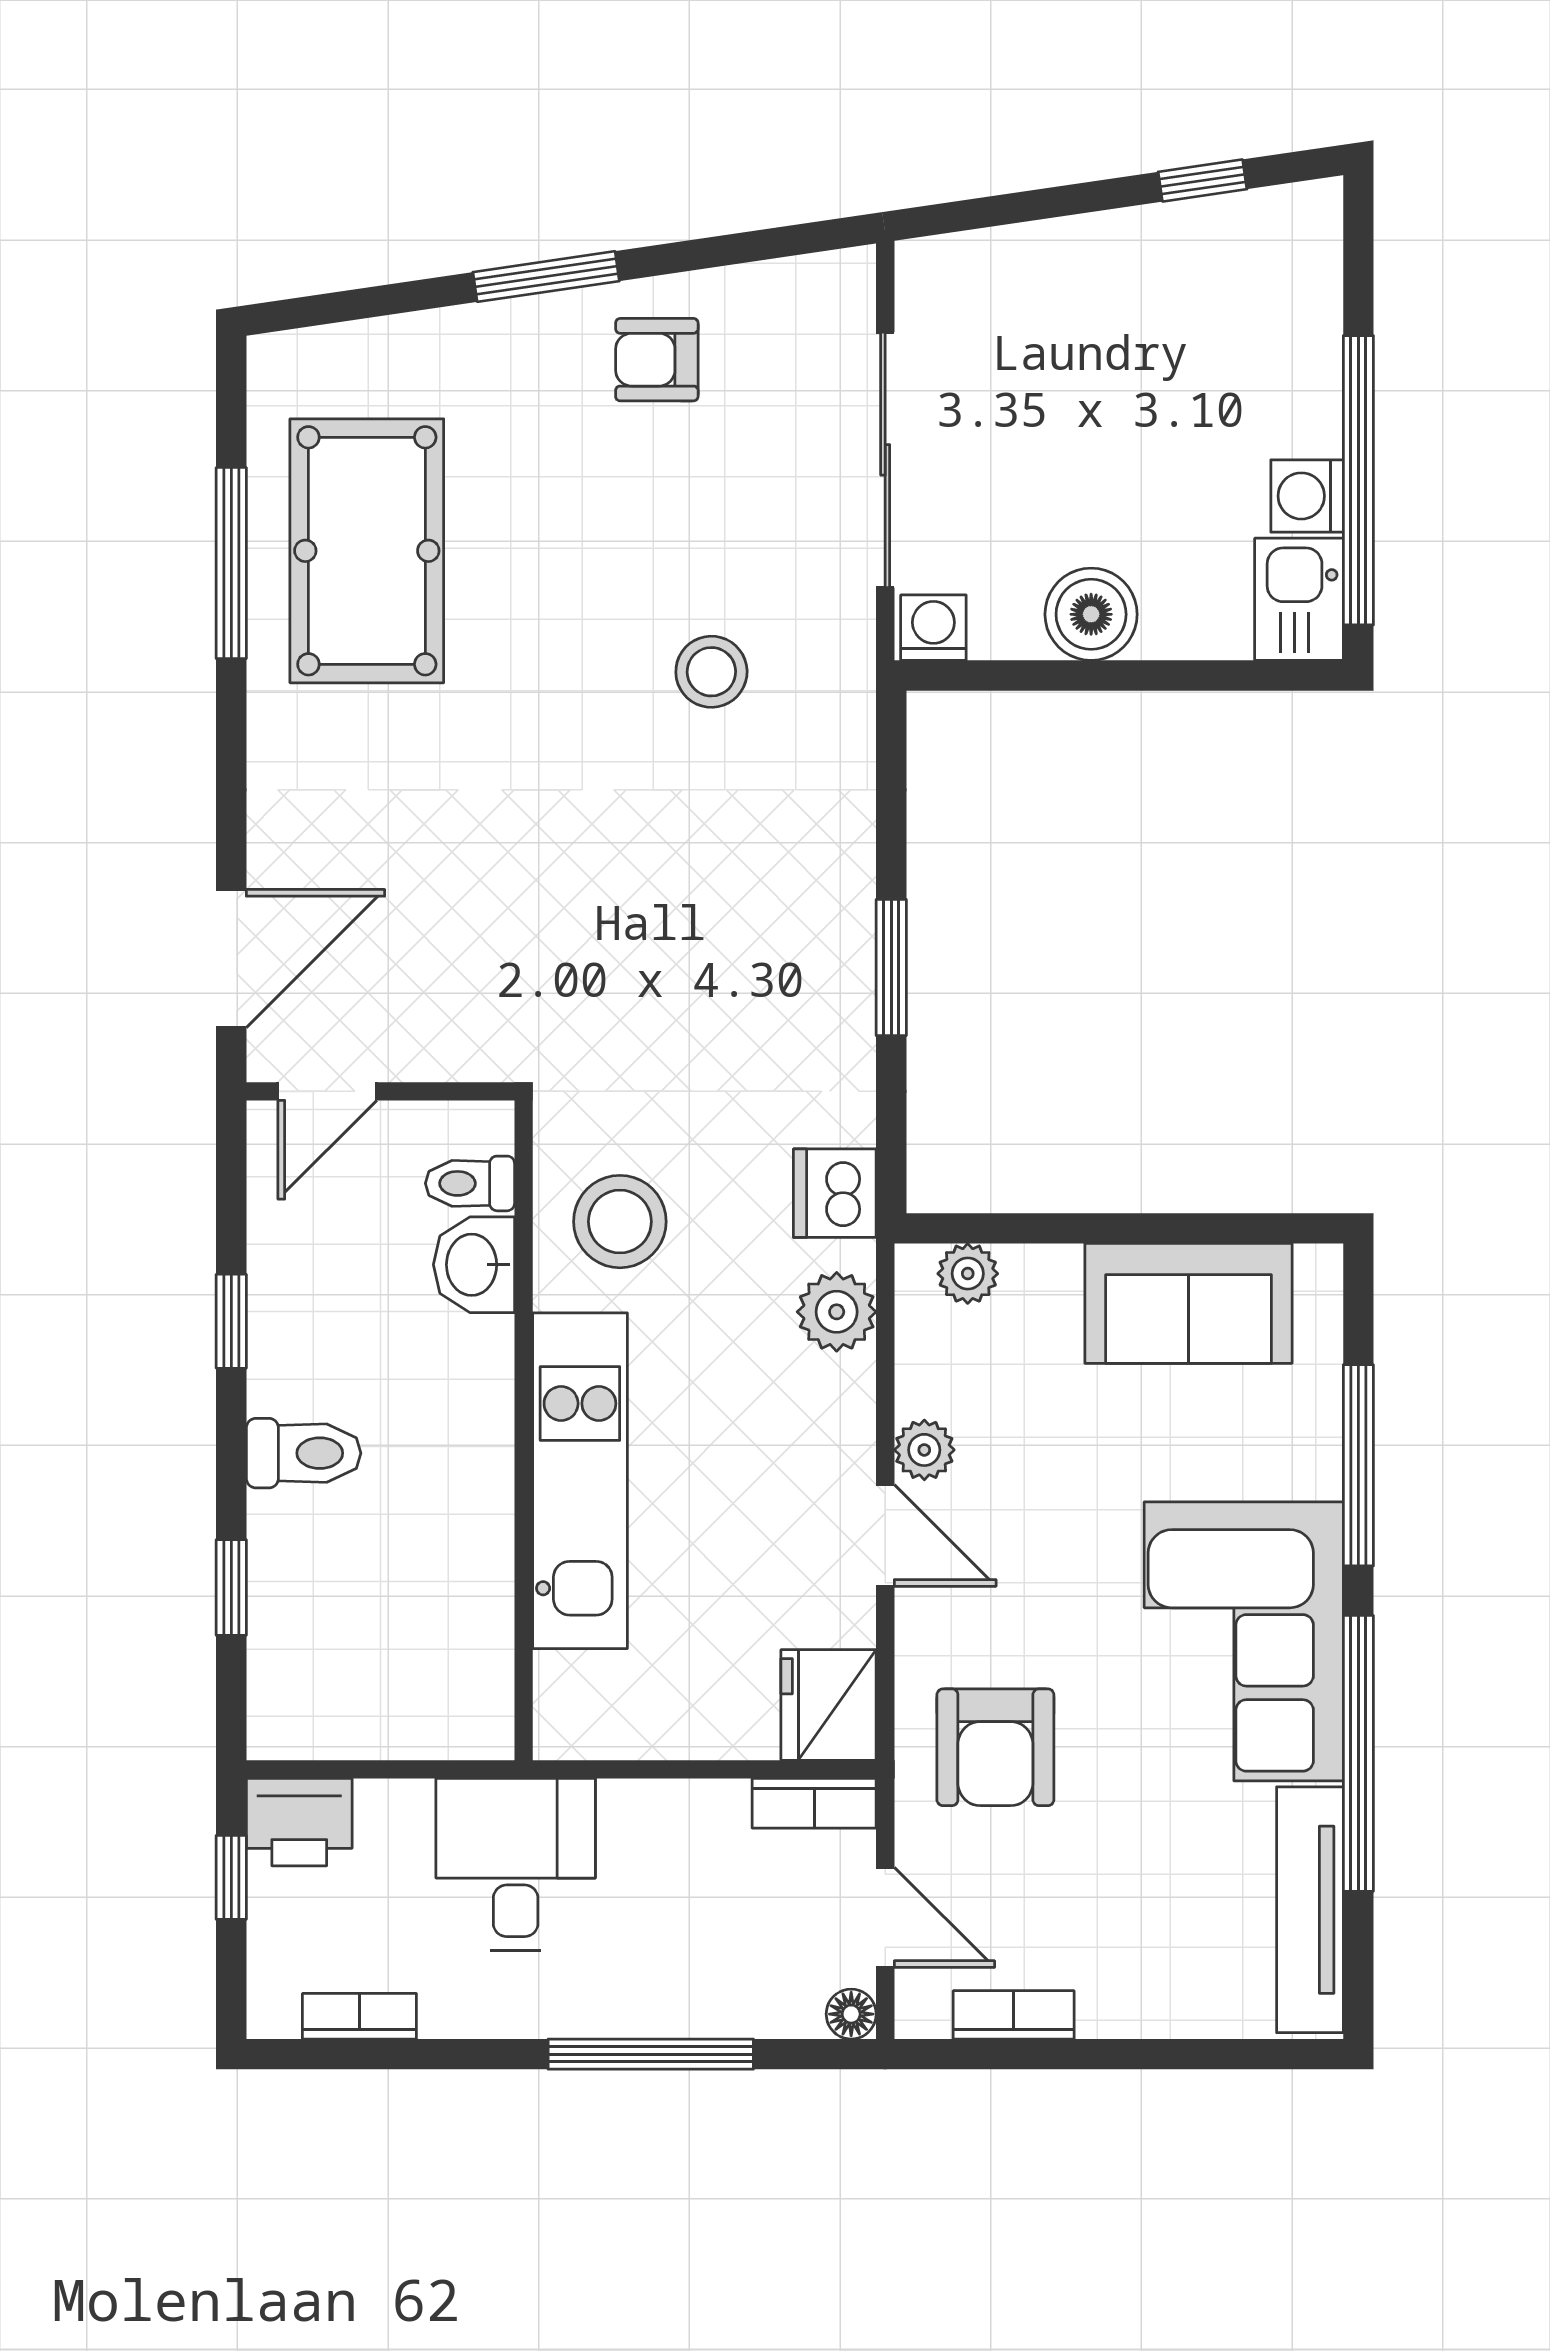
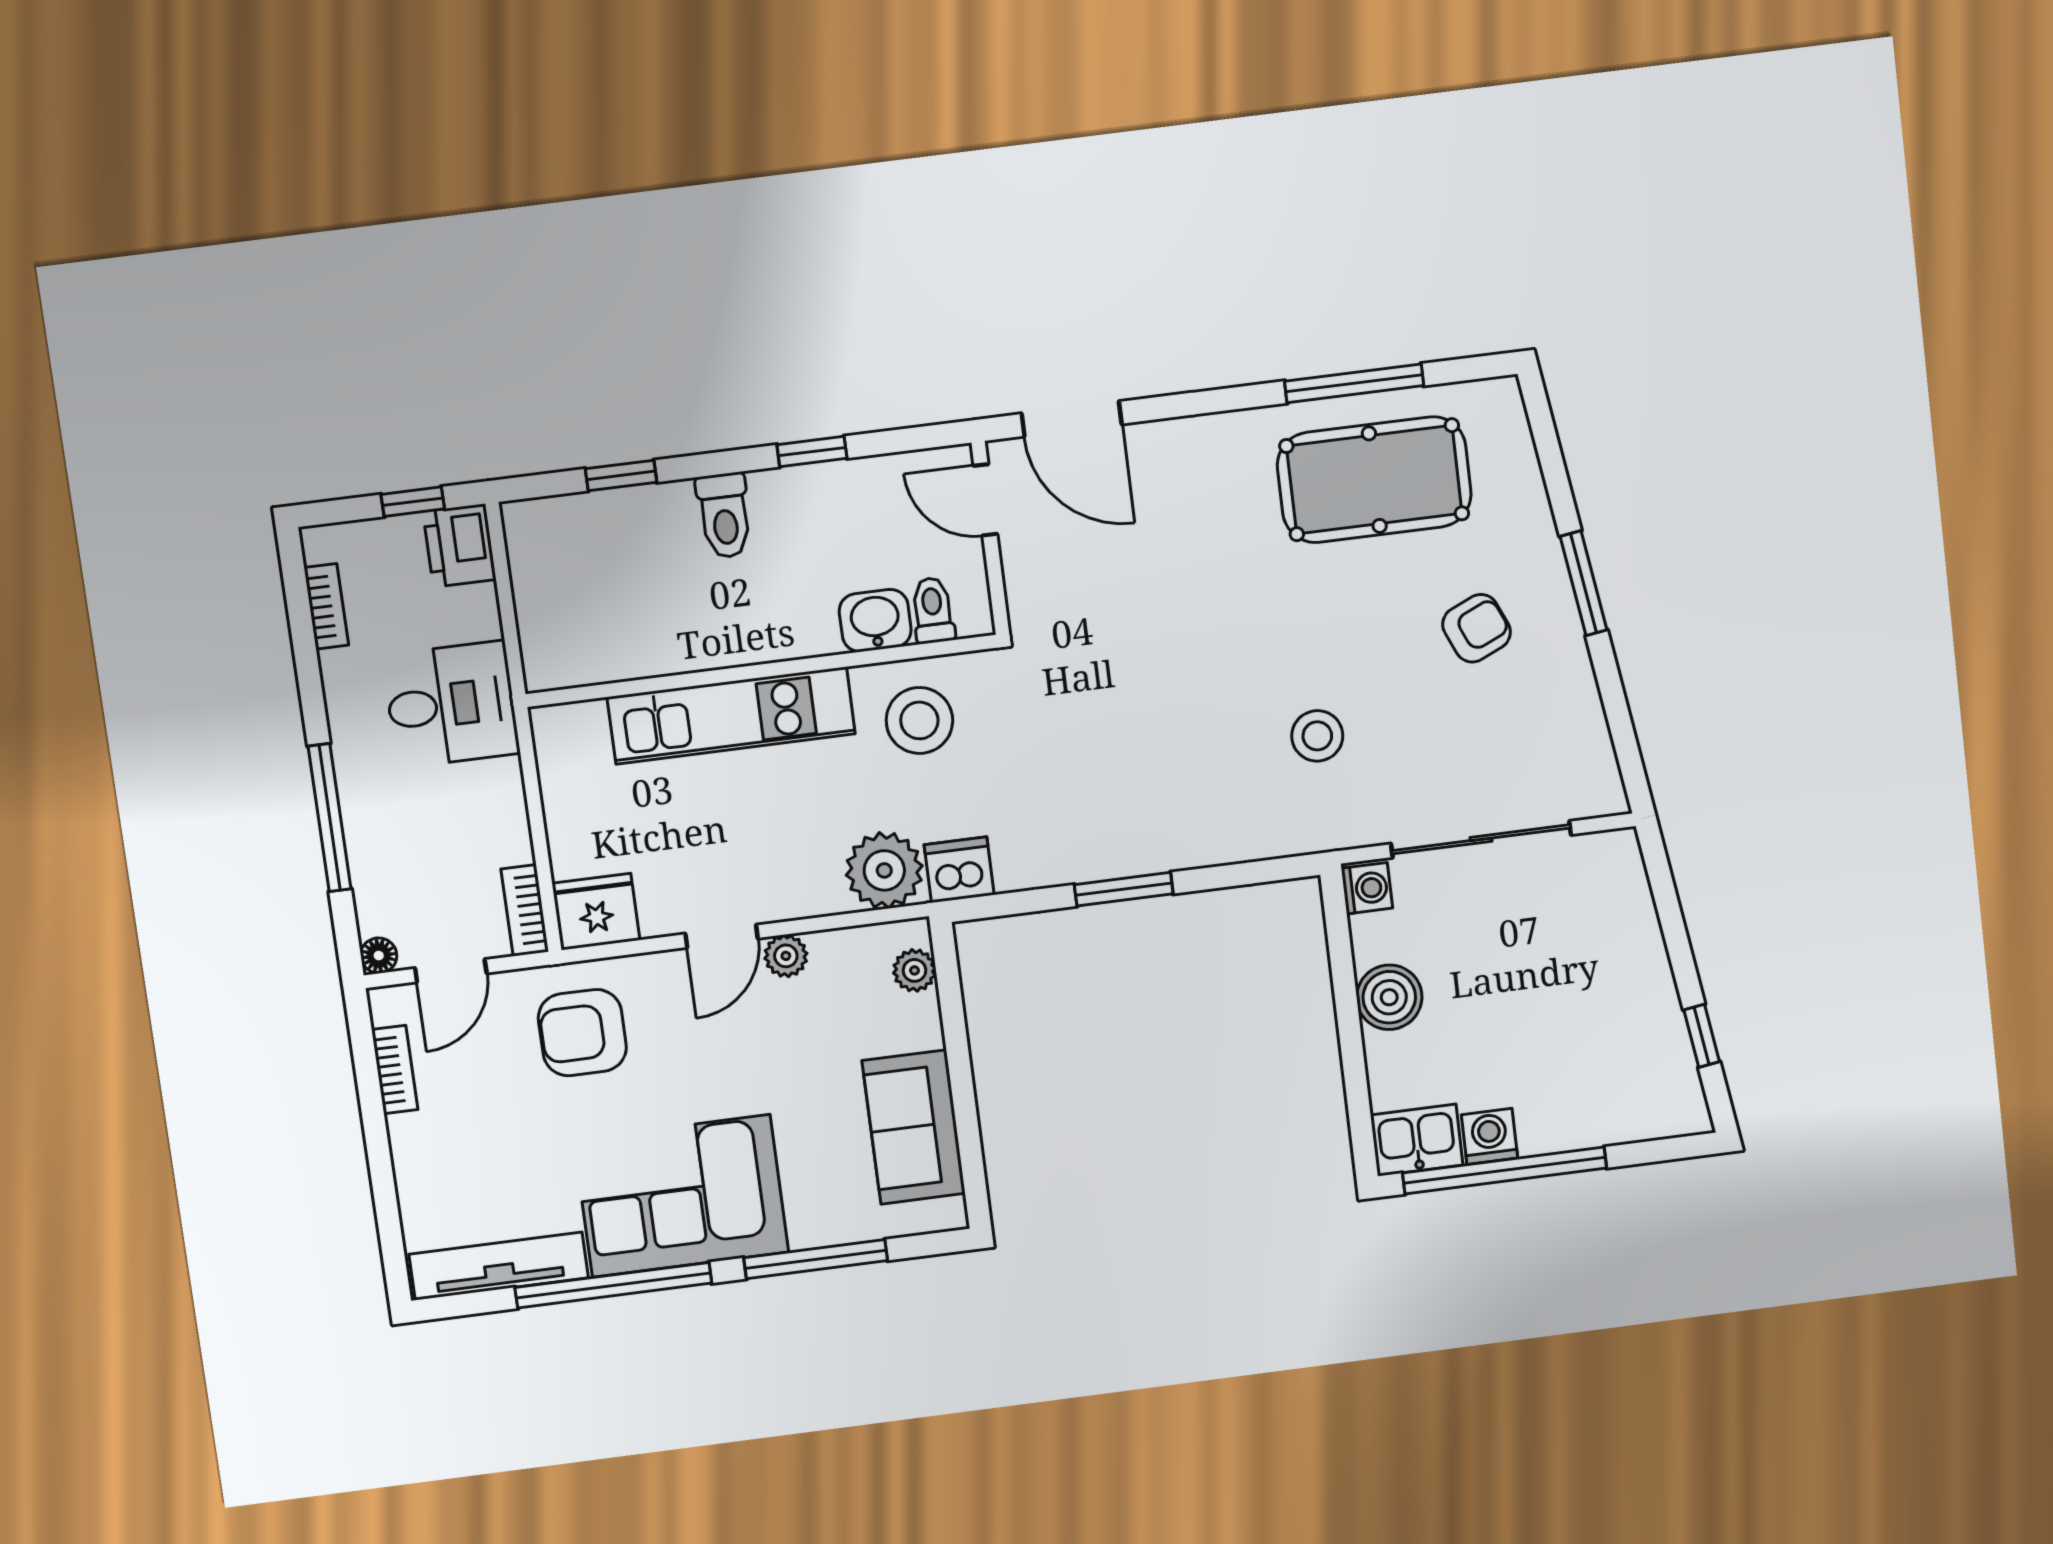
armchair: (657, 360) -> (1477, 628), moved, turned 66
plant: (837, 1312) -> (884, 870), width x1.36, depth x1.36

